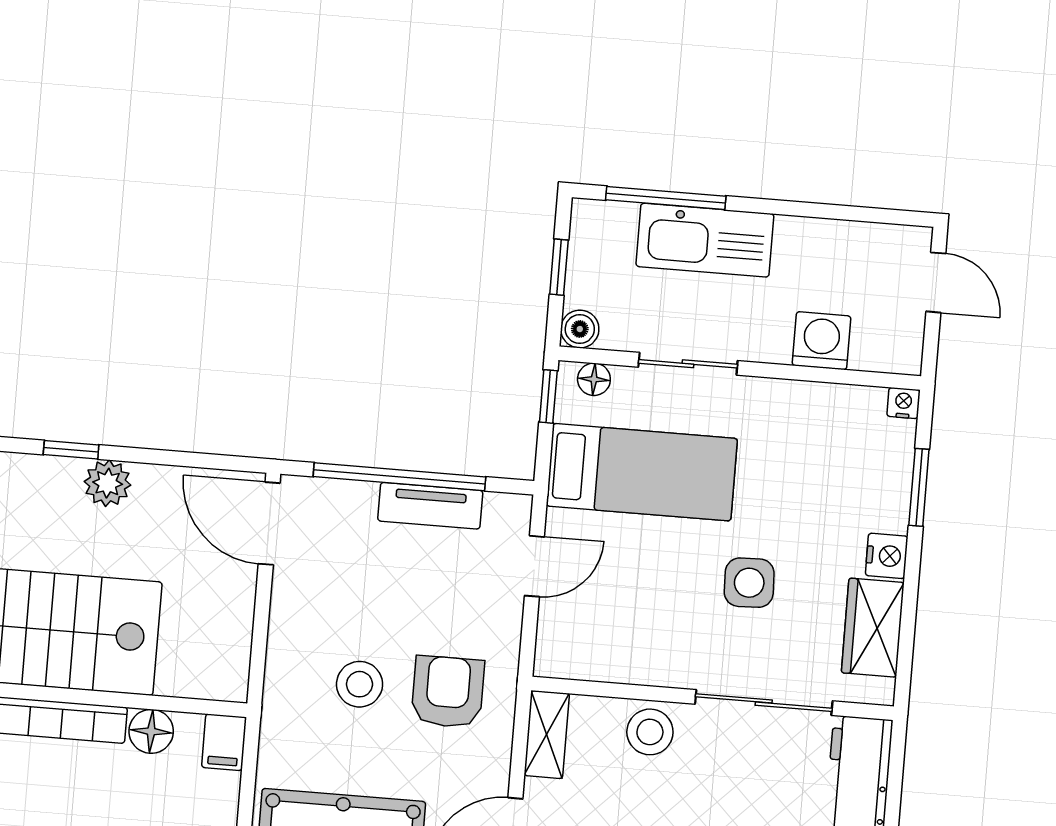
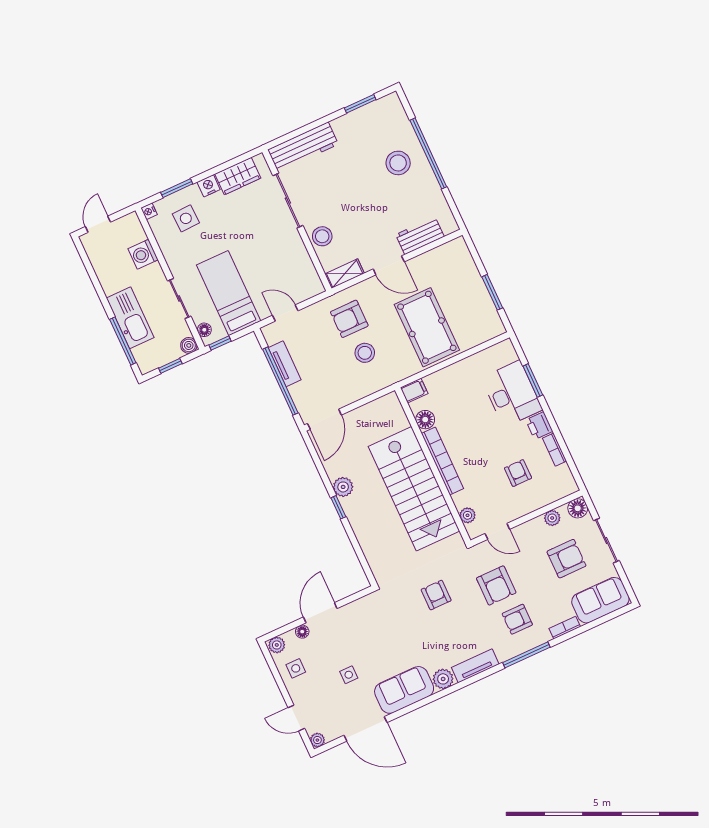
side table: (749, 583) -> (186, 218), moved

